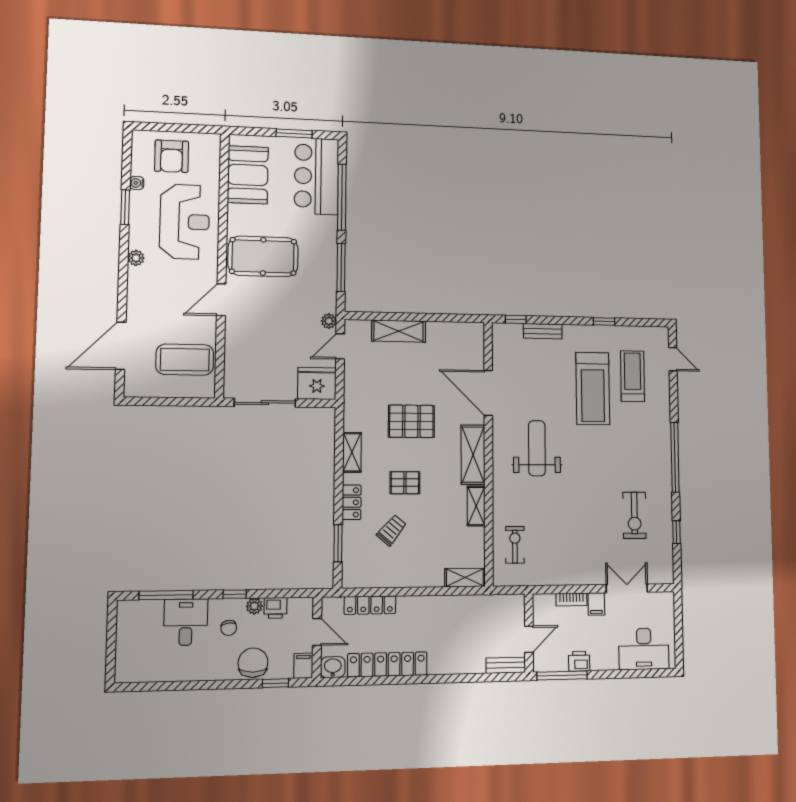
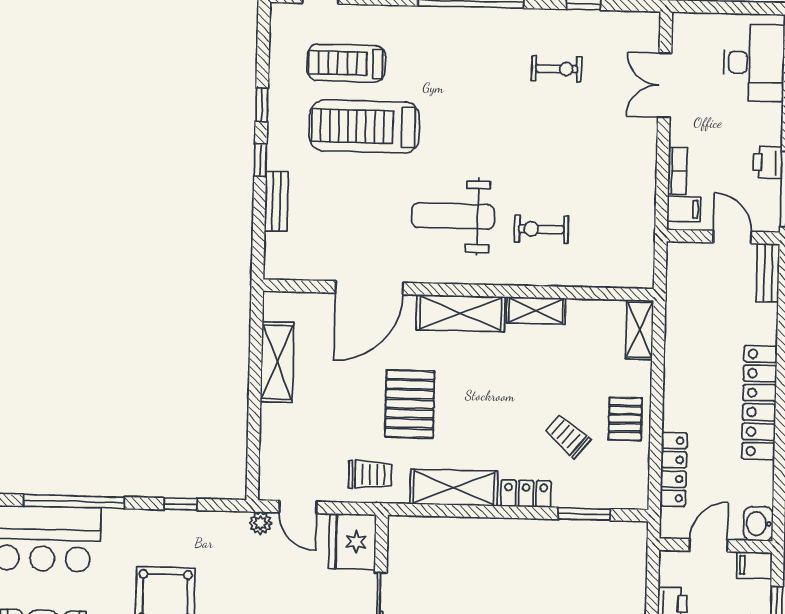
window: (341, 267) -> (180, 504), width x0.46
window: (516, 319) -> (260, 160), moved
shelving: (399, 331) -> (277, 362), moved
treadmill: (593, 388) -> (364, 126), turned 180
trolley: (363, 395) -> (370, 474), added
shelving: (352, 452) -> (454, 488), width x1.50, depth x1.33
pallet: (405, 483) -> (625, 419), moved
exercise bike: (634, 515) -> (557, 69), width x0.73, depth x0.72
exercise bike: (515, 545) -> (541, 229), moved
filing cabinet: (596, 604) -> (684, 209), moved
locker: (387, 664) -> (759, 403), moved

